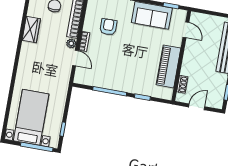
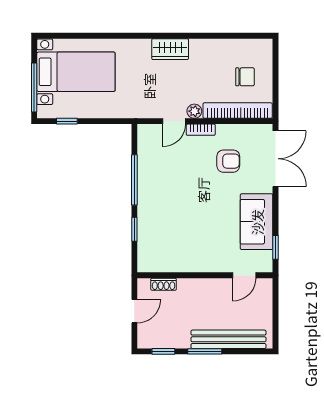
wardrobe: (31, 30) -> (170, 49), moved
piano: (168, 66) -> (186, 259), removed
door: (197, 107) -> (134, 311), hinge flipped

